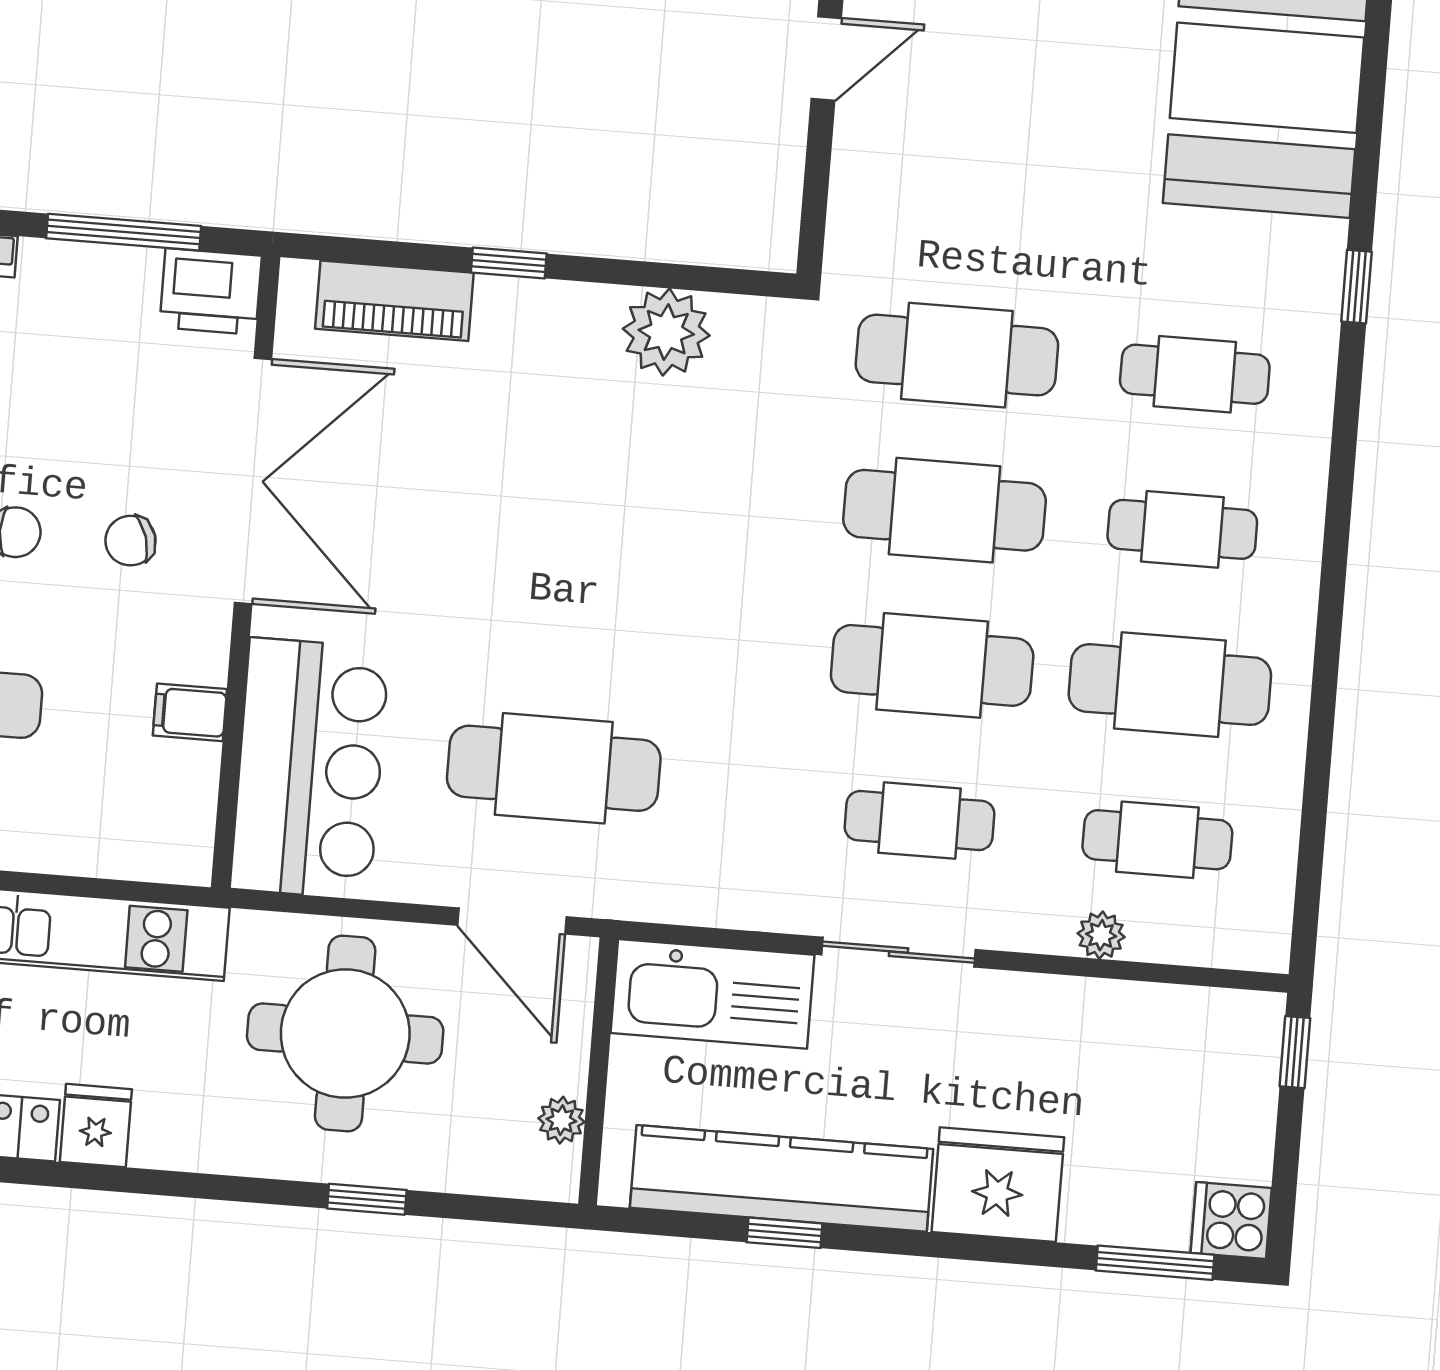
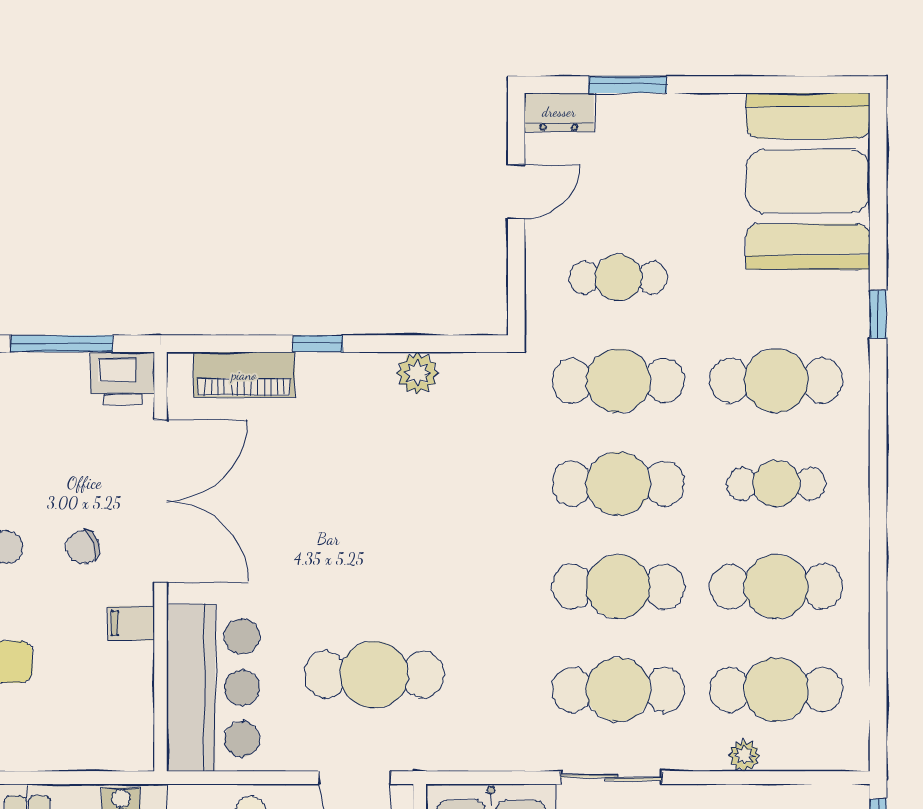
cafe table: (969, 200) -> (618, 278), added
plant: (666, 332) -> (417, 373), width x0.73, depth x0.73
cafe table: (1195, 374) -> (776, 381), width x1.37, depth x1.35
filing cabinet: (190, 712) -> (131, 623), moved
cafe table: (920, 821) -> (618, 690), width x1.37, depth x1.35
cafe table: (1157, 840) -> (776, 690), width x1.37, depth x1.35

